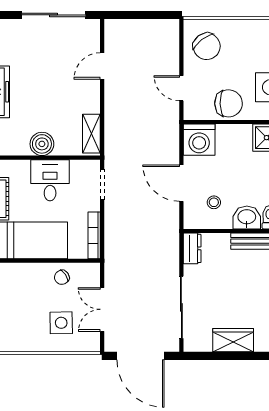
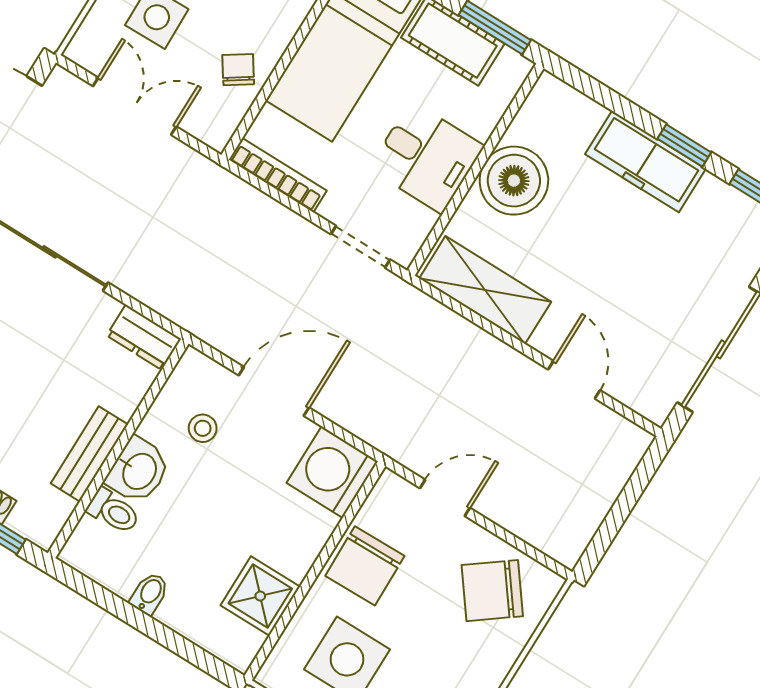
shelving: (91, 134) -> (485, 290), width x1.50, depth x1.33
boiler: (42, 144) -> (514, 181), width x1.37, depth x1.37

